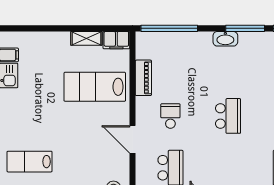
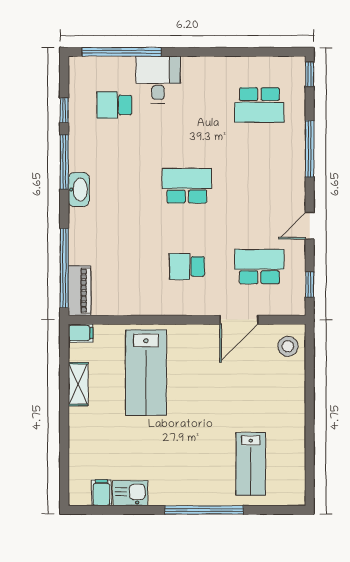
filing cabinet: (116, 40) -> (81, 333), width x0.50
piano: (143, 78) -> (79, 291), moved, turned 90
door: (132, 139) -> (239, 320), moved

